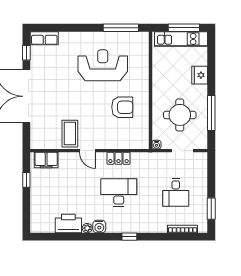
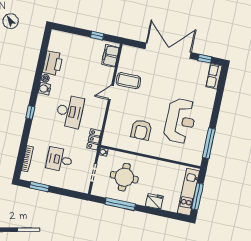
locker: (119, 158) -> (94, 139), moved

